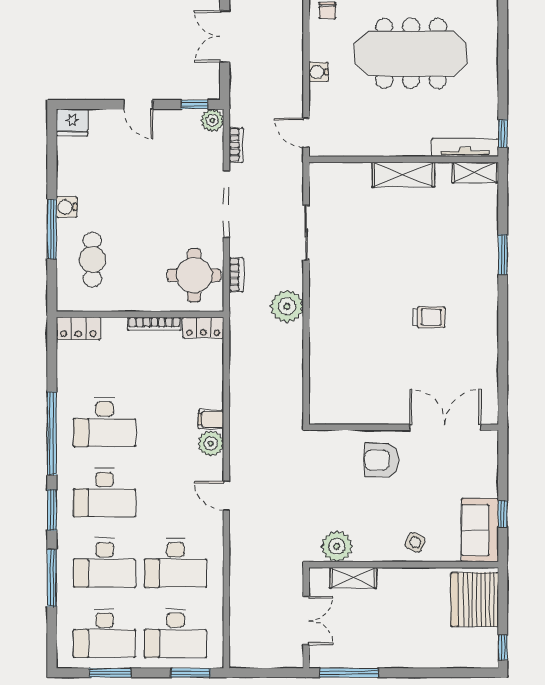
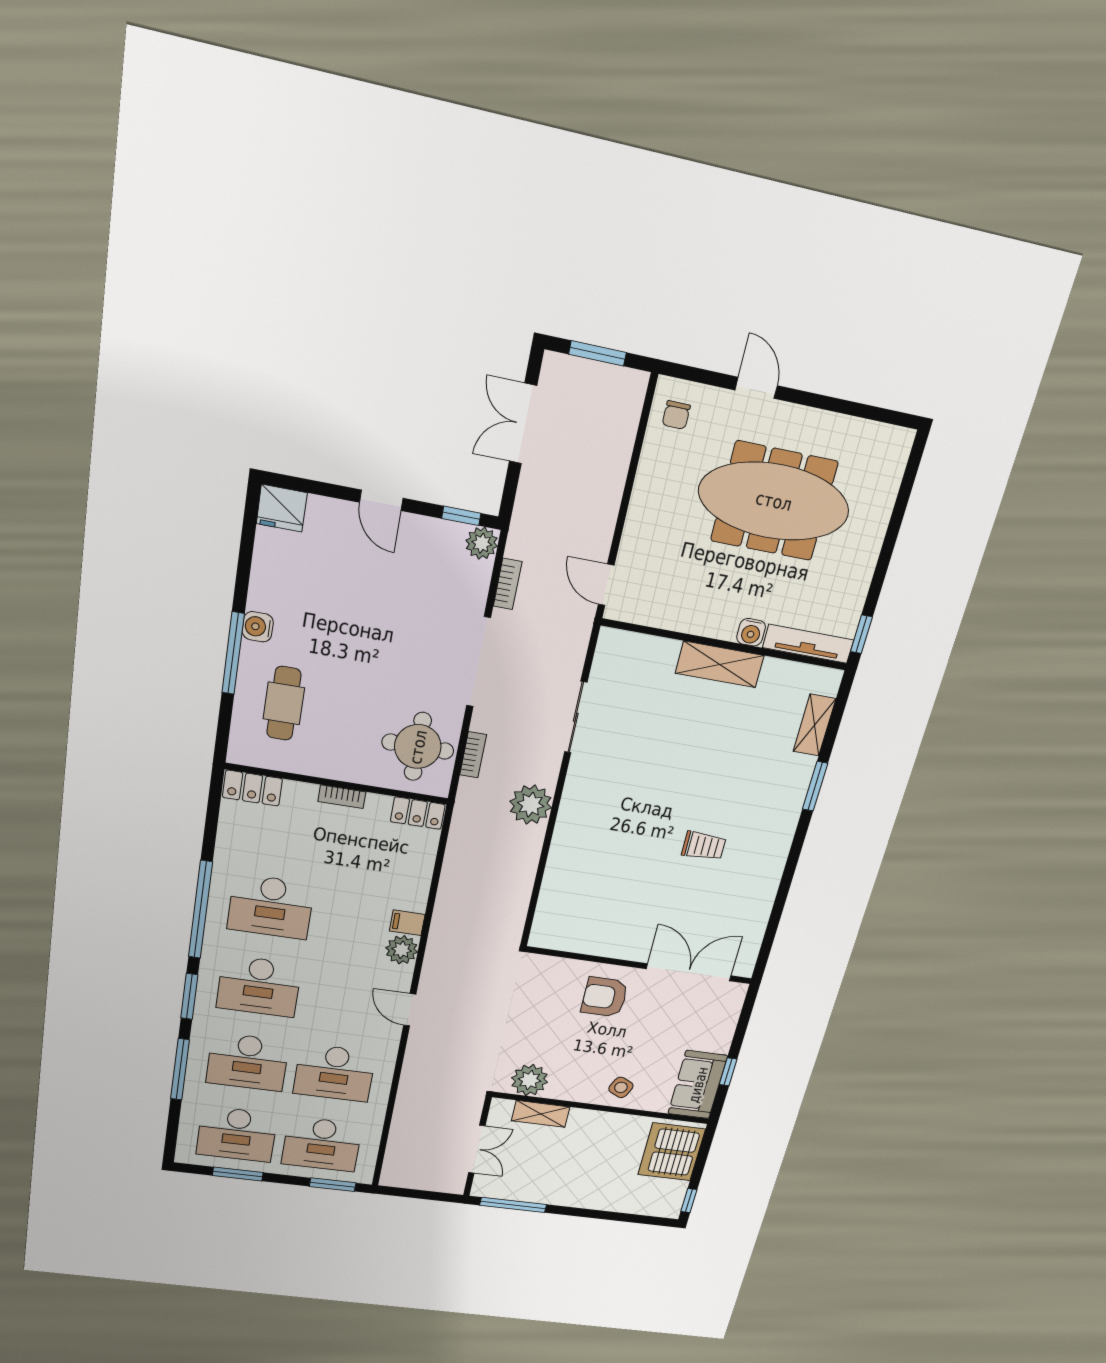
water cooler: (318, 72) -> (751, 632), moved, turned -90
shelving: (475, 172) -> (814, 725), moved, turned 90
bookcase: (154, 324) -> (342, 797), width x0.64

